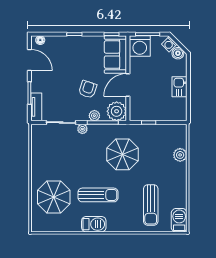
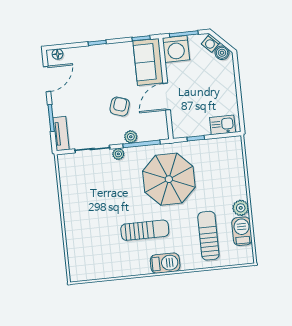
door: (29, 60) -> (47, 79), hinge flipped
kitchen sink: (179, 87) -> (223, 125), moved, turned 90
plant: (117, 111) -> (157, 129), removed
parasol: (122, 154) -> (169, 179), width x1.36, depth x1.36
plant: (180, 155) -> (241, 208), moved
parasol: (54, 197) -> (93, 238), removed
sun lounger: (151, 205) -> (208, 236), turned 180
barbecue: (179, 220) -> (242, 231), moved
barbecue: (94, 224) -> (165, 263), moved

